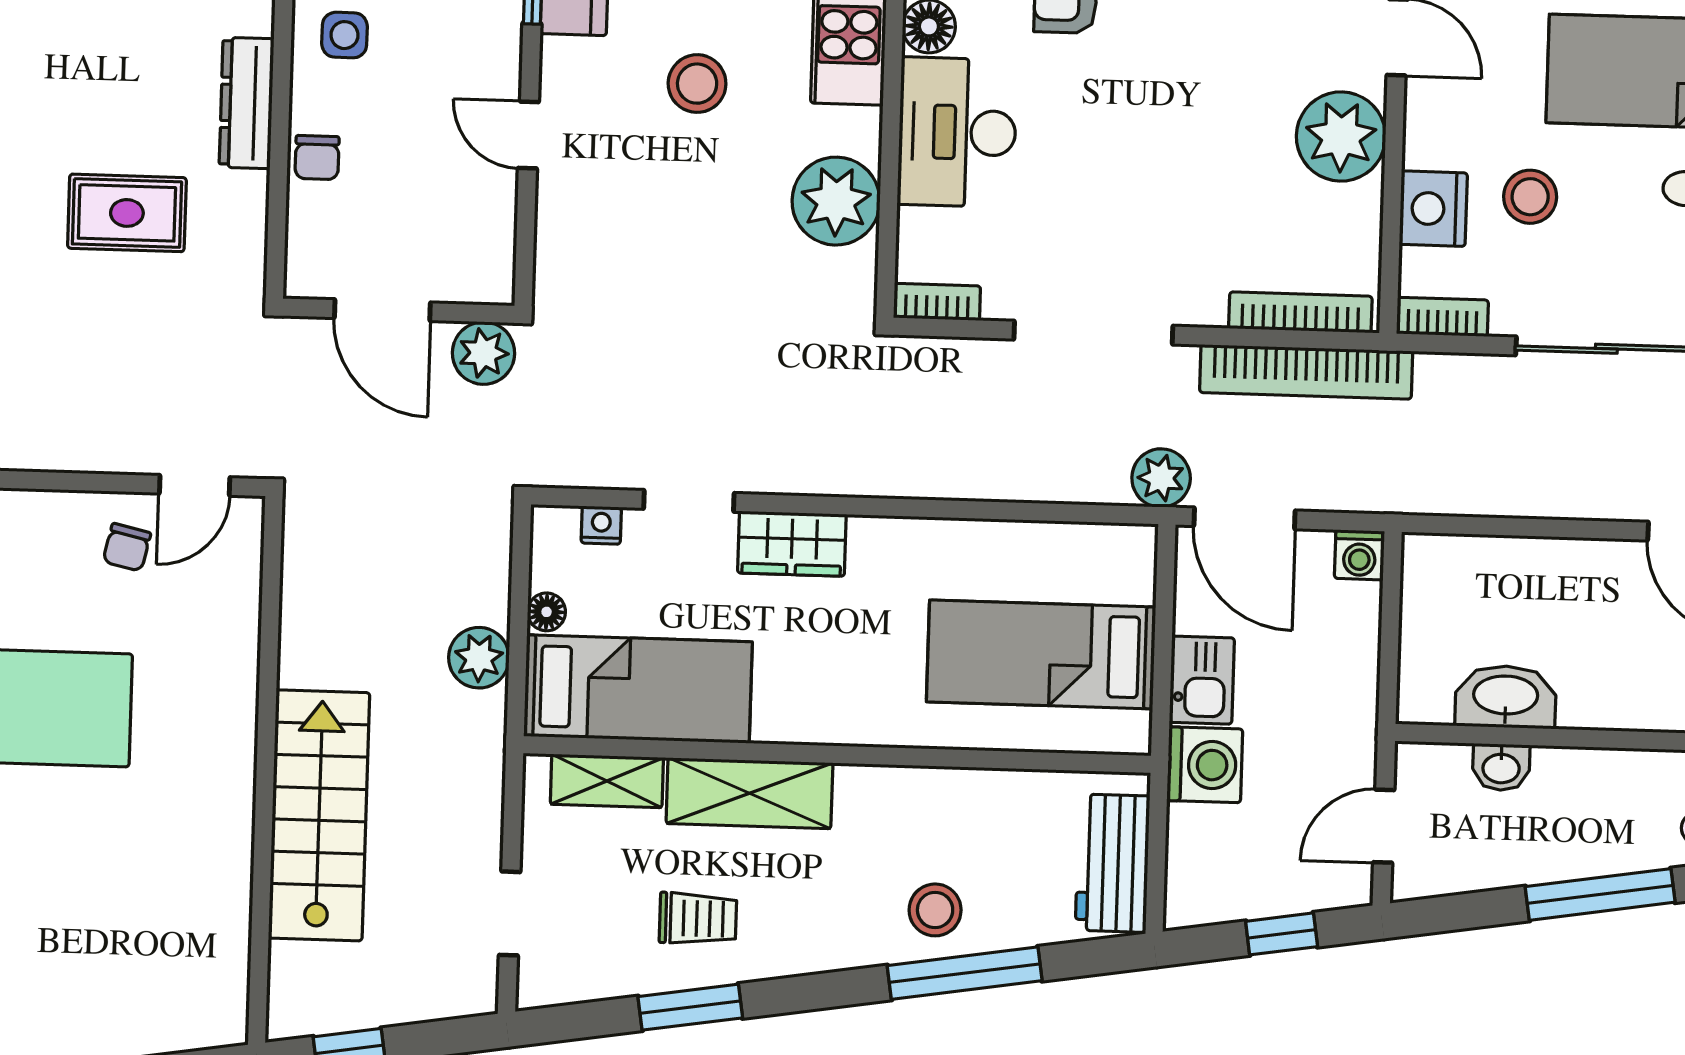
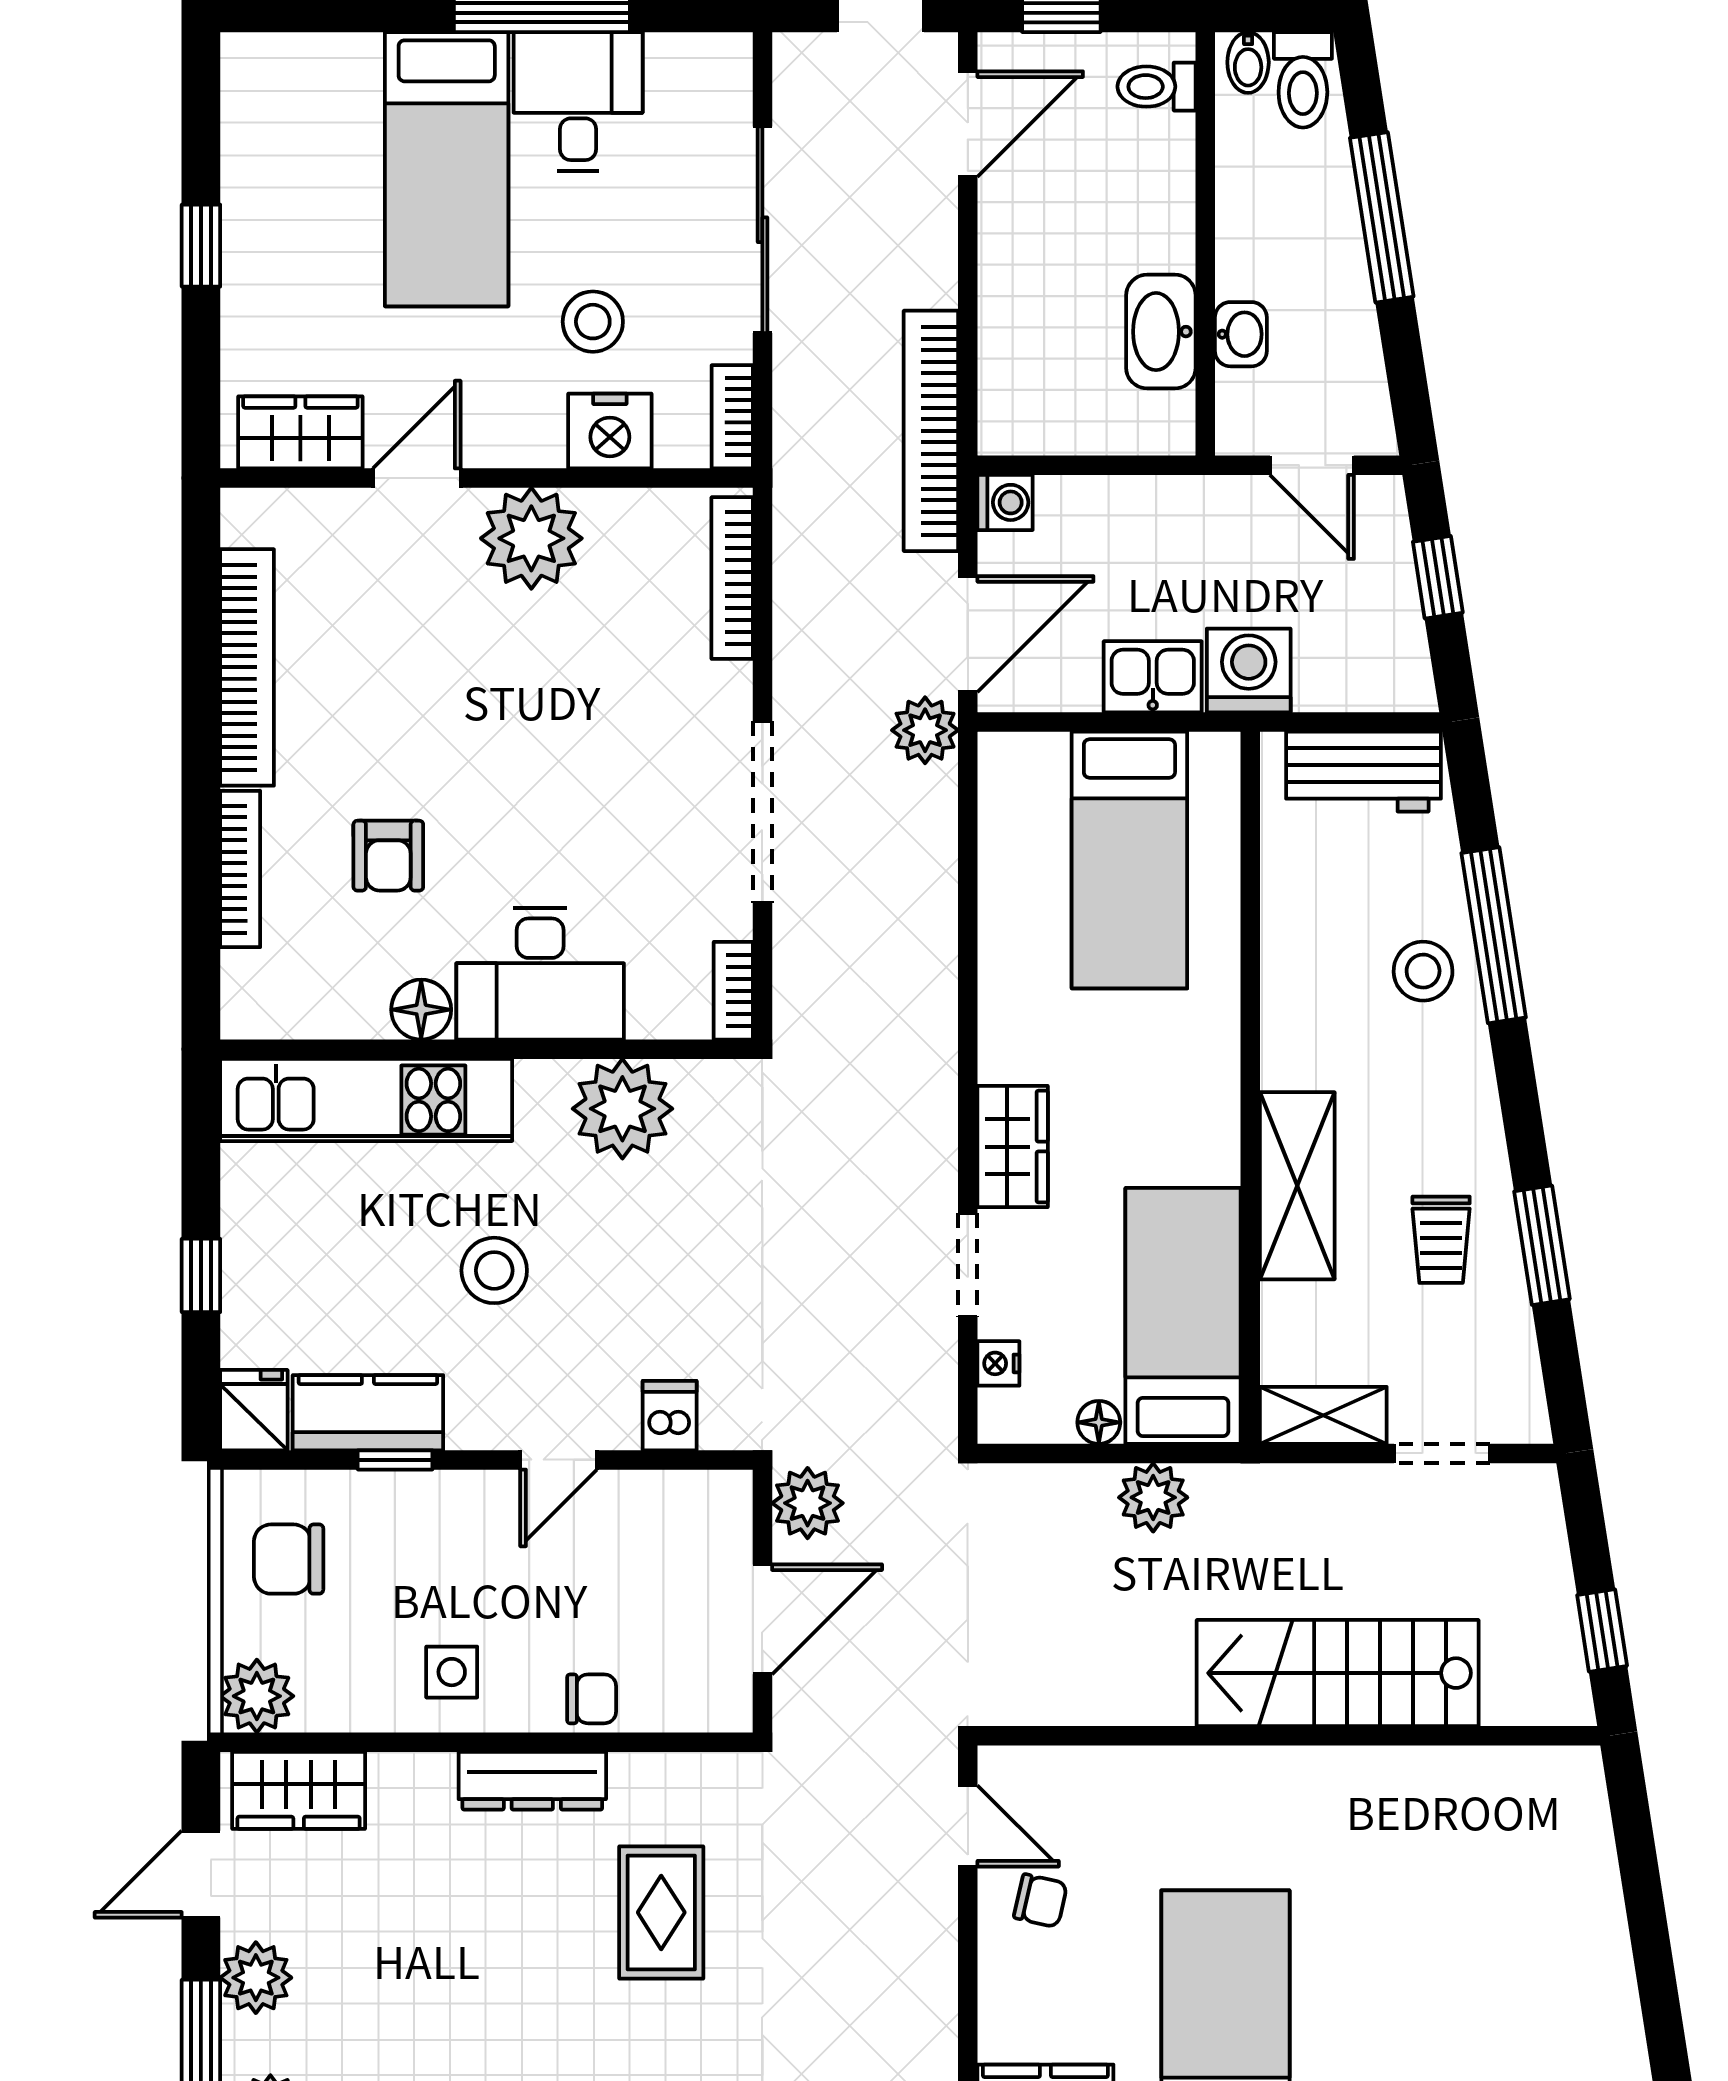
dishwasher: (564, 234) -> (670, 1416), added
bookcase: (1306, 372) -> (931, 431), moved, turned 180
shelving: (607, 781) -> (1323, 1415), moved, turned 90
trolley: (698, 918) -> (1441, 1240), turned 180

